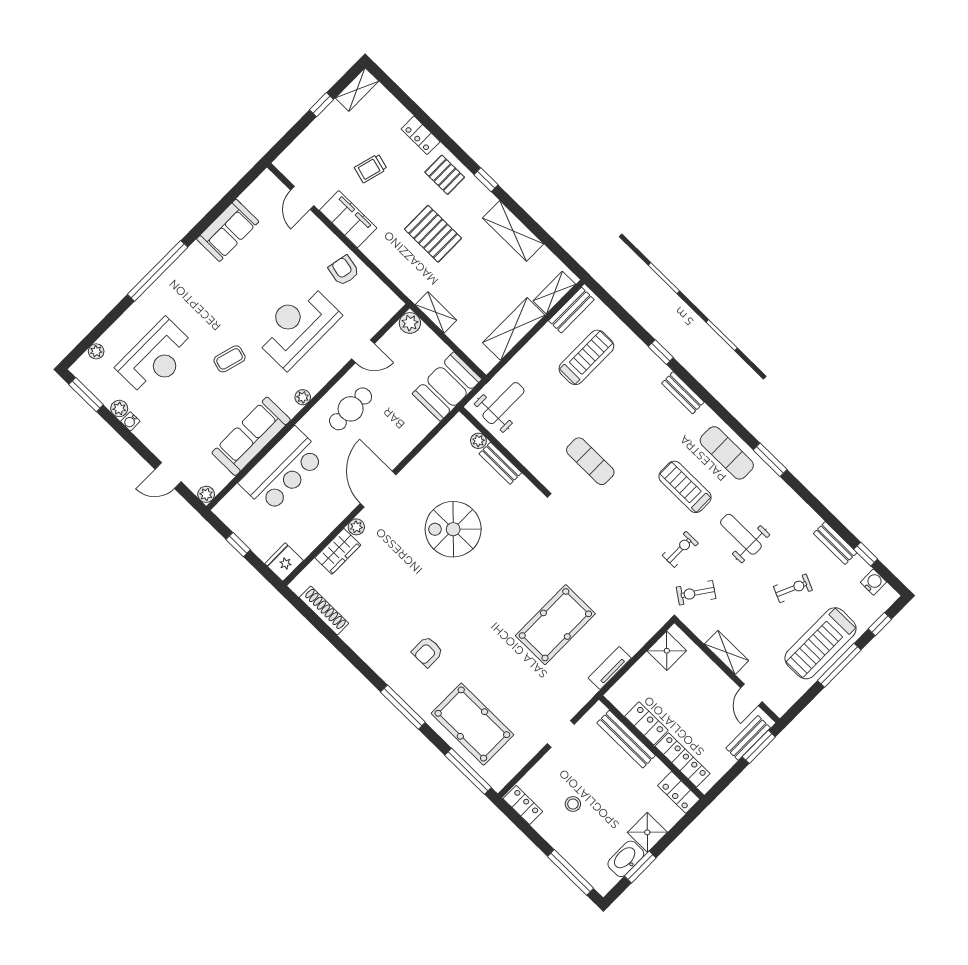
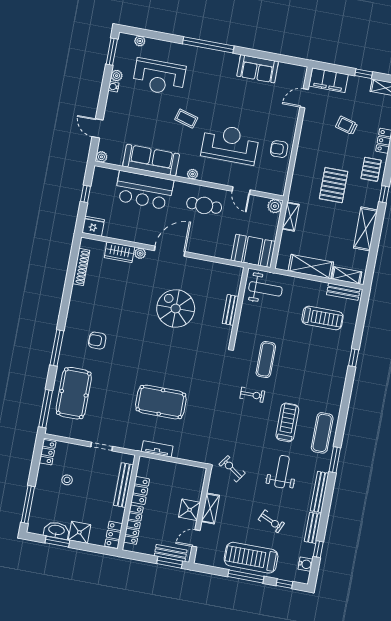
filing cabinet: (348, 219) -> (329, 80), moved, turned 90
armchair: (344, 270) -> (279, 149), turned -102
bench: (683, 393) -> (320, 492), moved, width x1.36
plant: (478, 441) -> (235, 289), removed
exercise bike: (680, 549) -> (252, 395), moved
shower: (667, 651) -> (190, 510), moved

